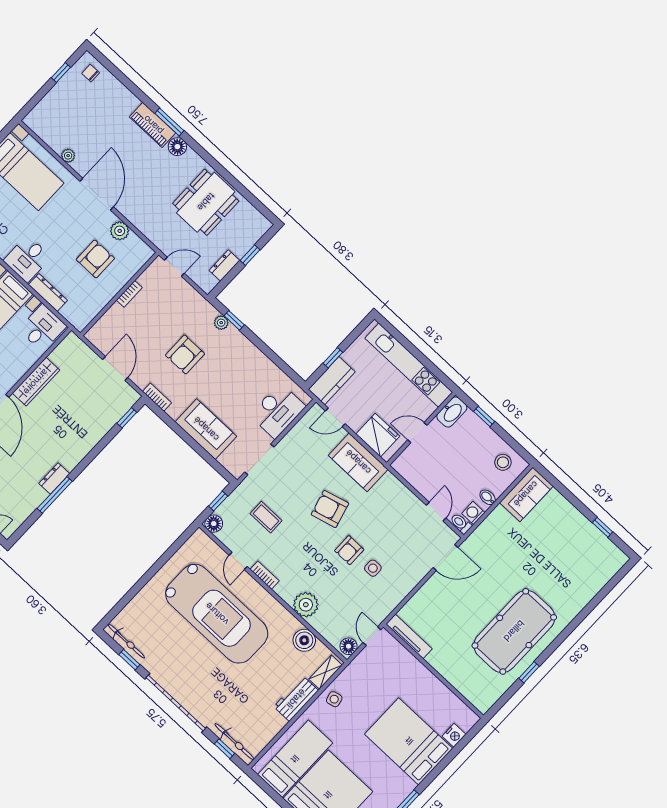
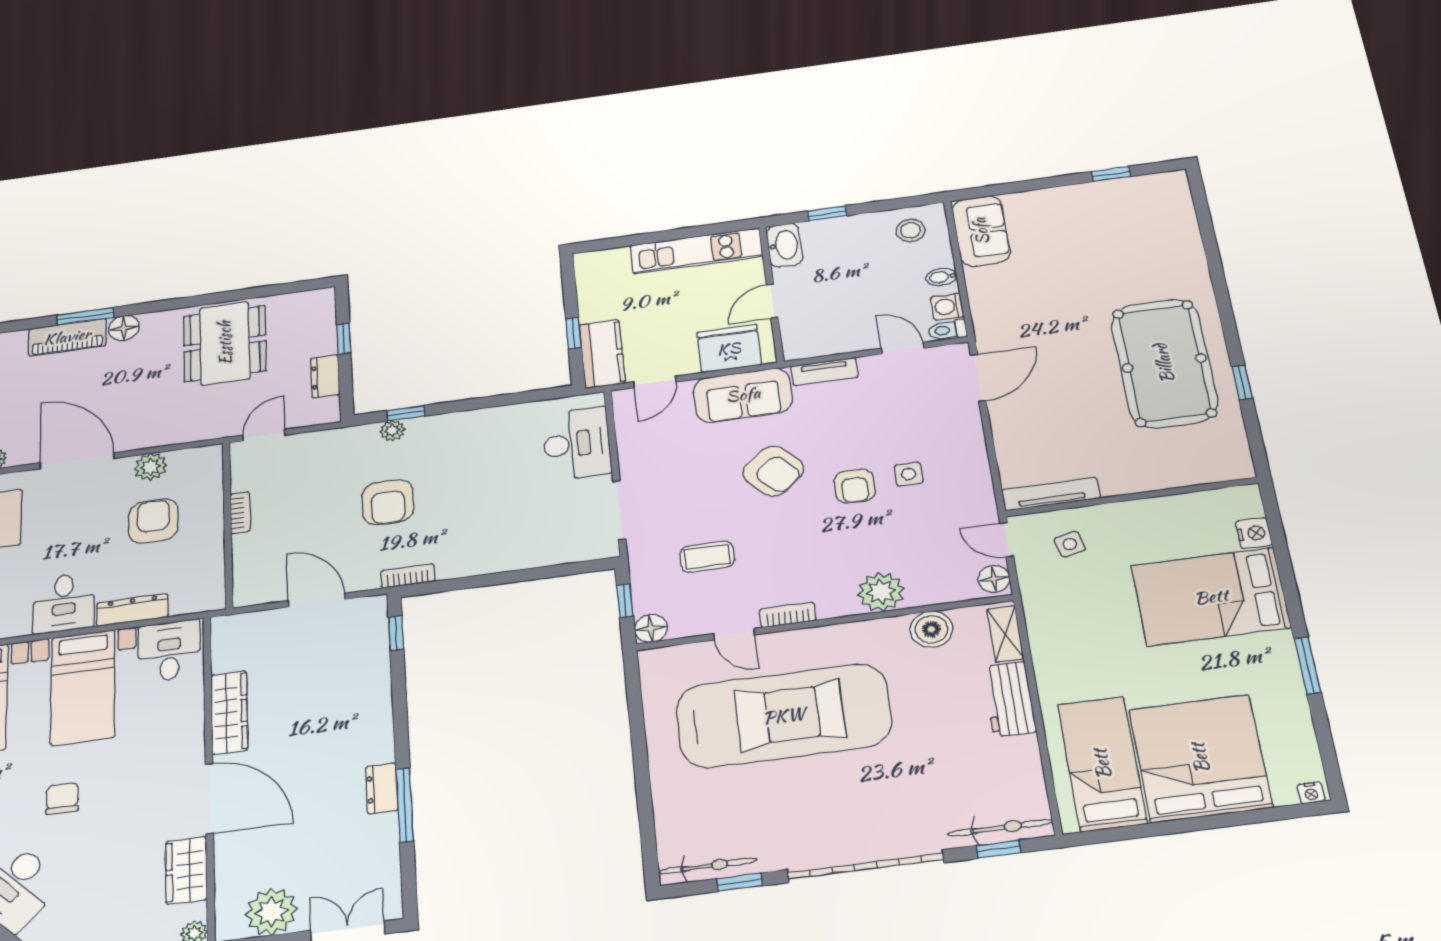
kitchen unit: (409, 365) -> (696, 251), width x0.73
sofa: (206, 429) -> (512, 547), removed
tv unit: (398, 488) -> (824, 372), added
armchair: (330, 509) -> (773, 471), turned -117
side table: (334, 699) -> (1070, 544), moved

